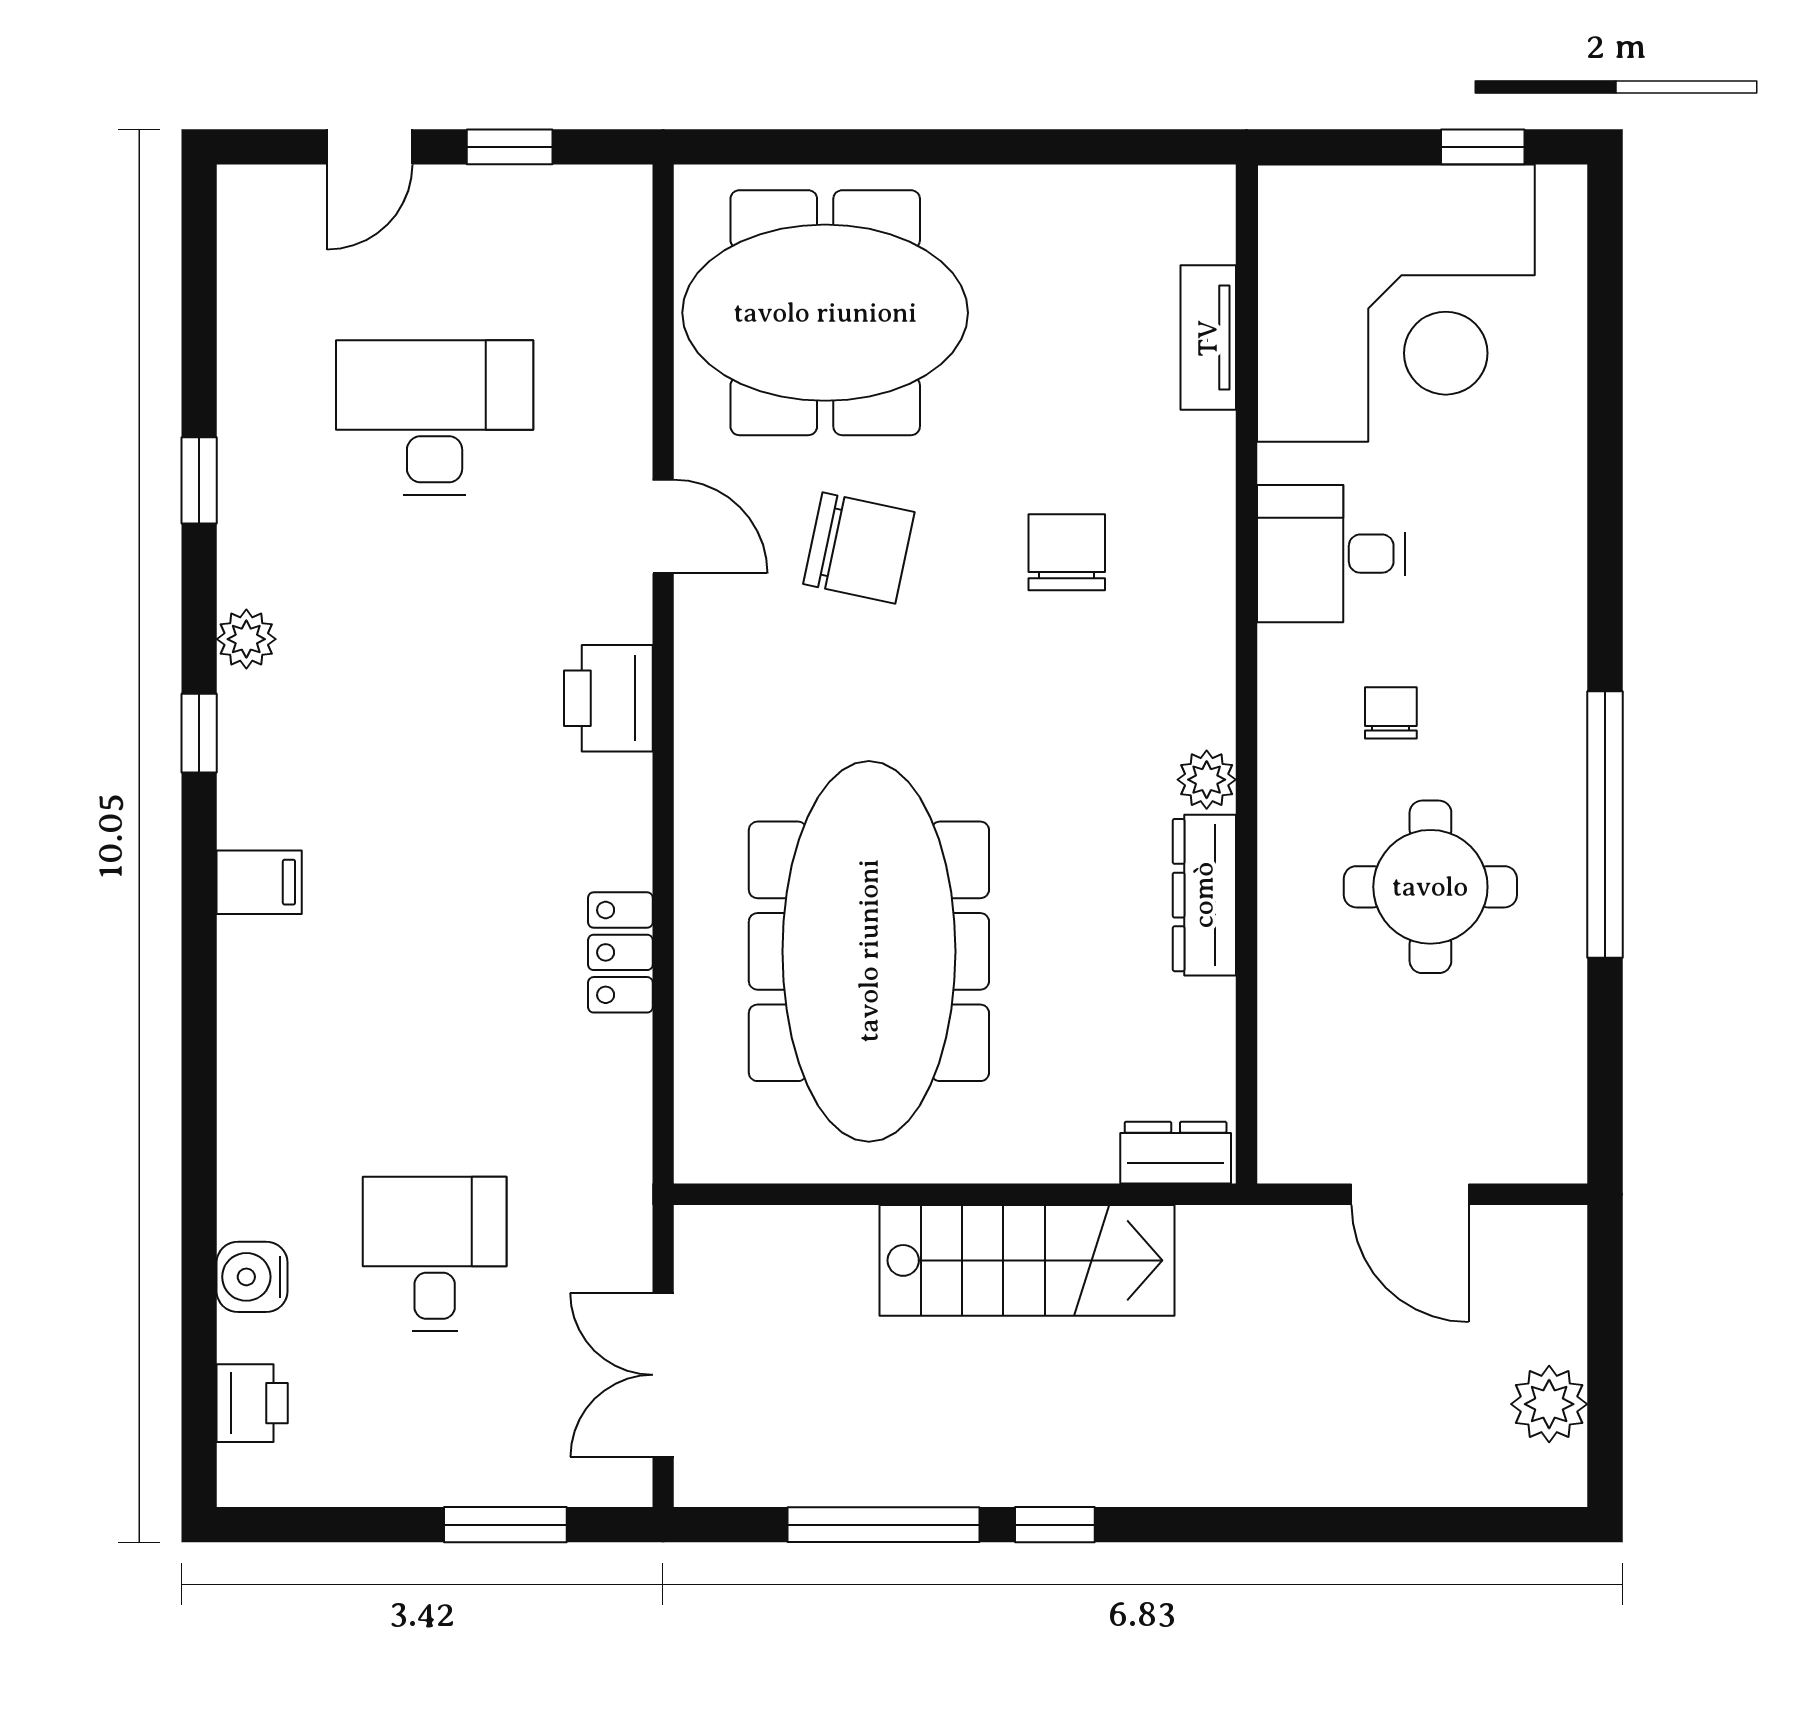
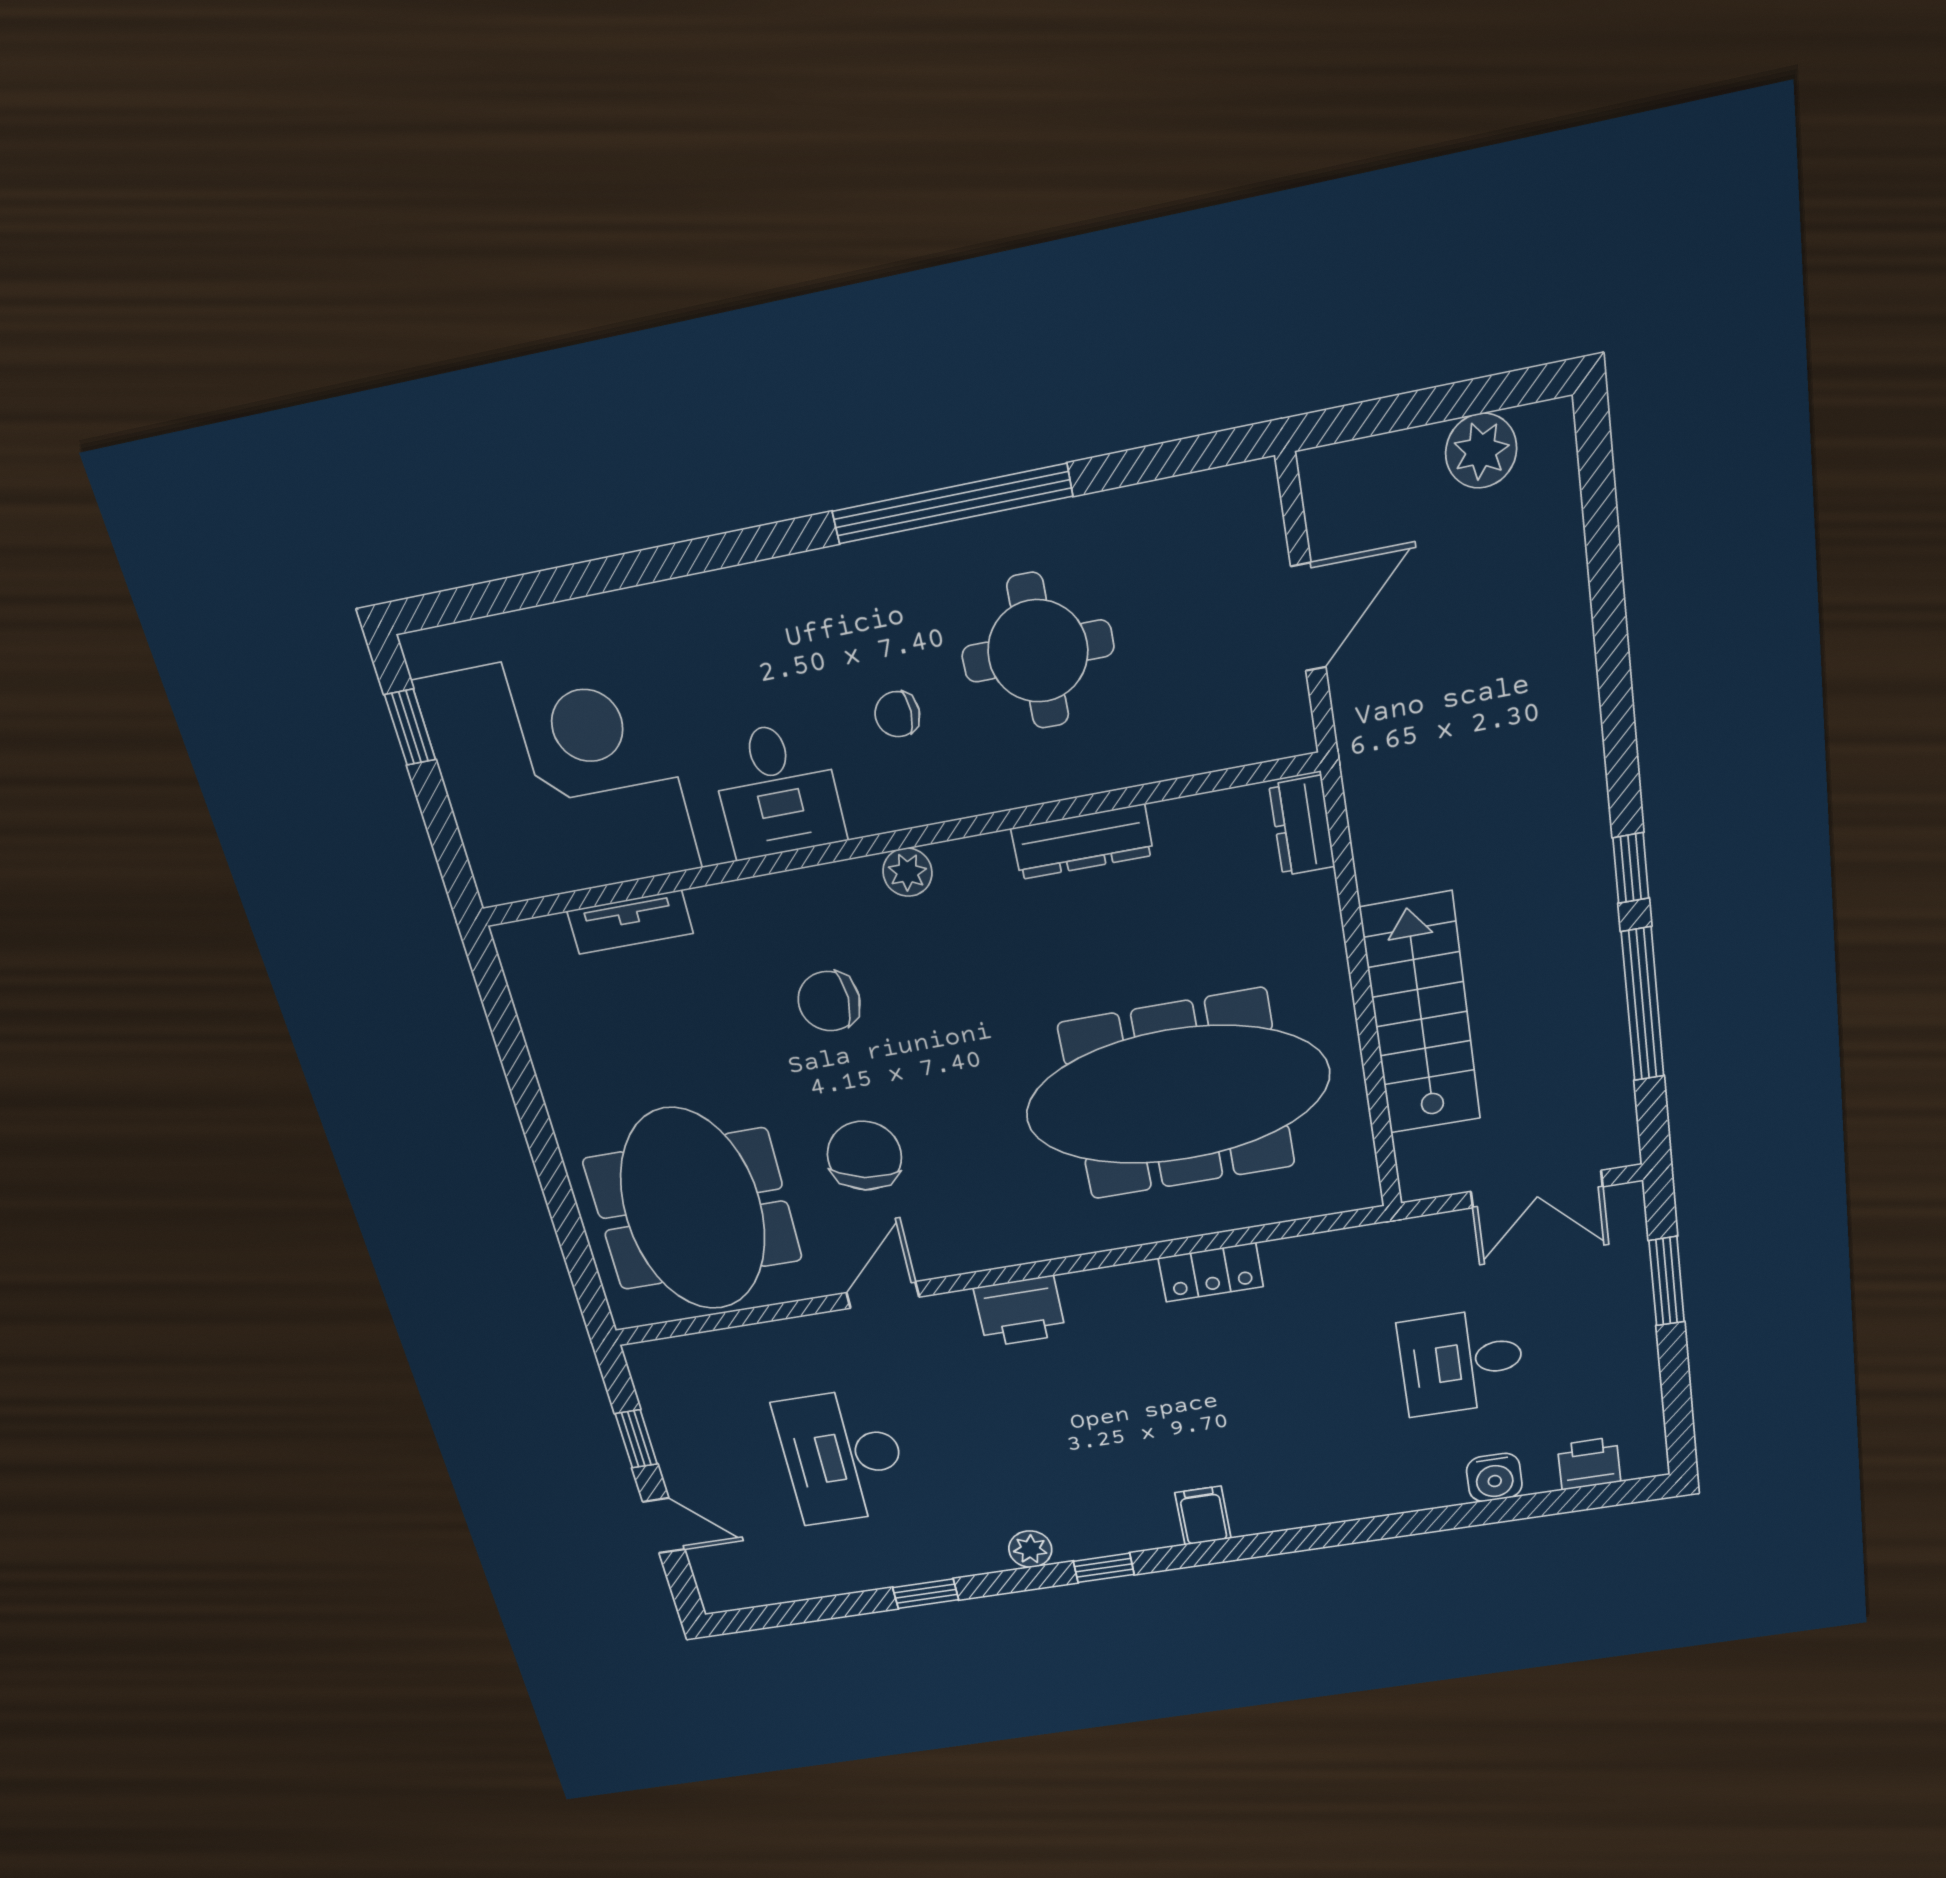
plant: (1207, 780) -> (907, 872), moved
stairs: (1027, 1260) -> (1421, 1014), moved

